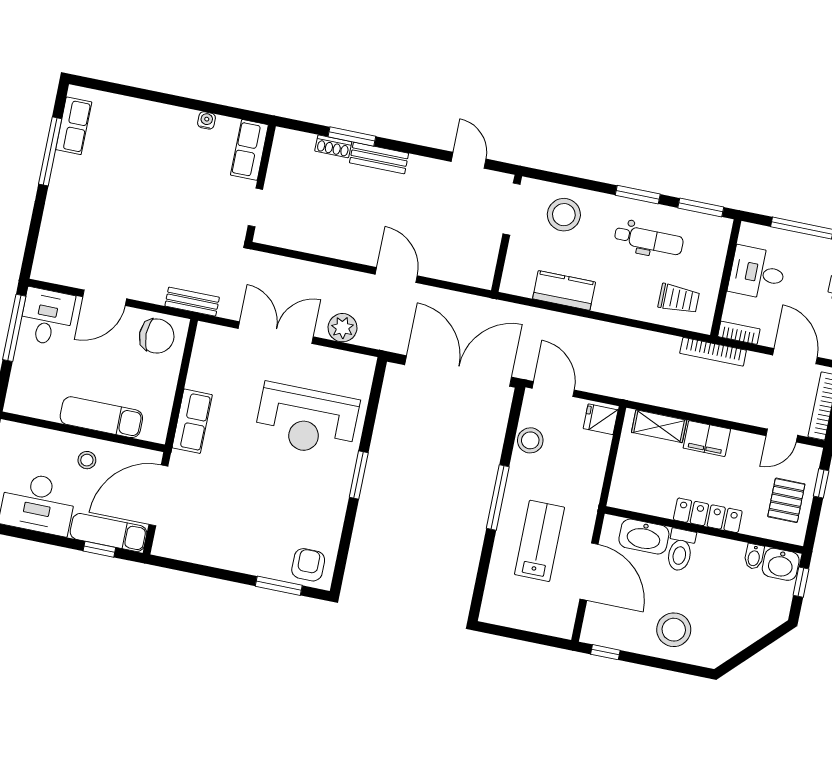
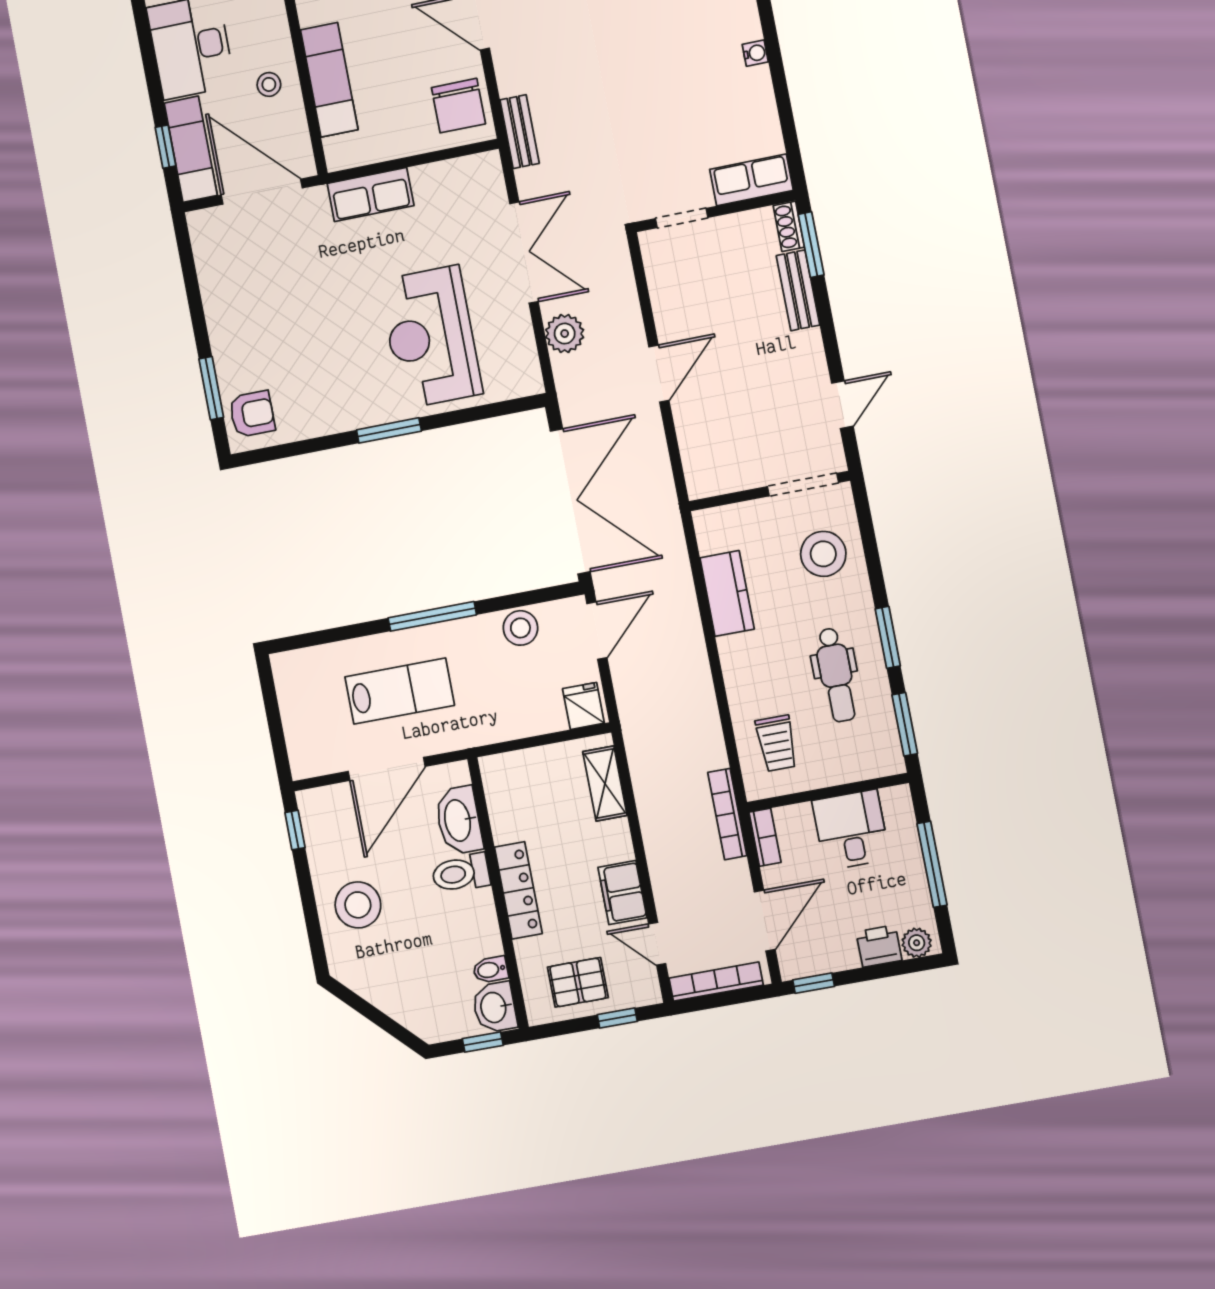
row of seats: (249, 150) -> (752, 180), moved
wall: (260, 183) -> (715, 211), moved
doorway: (255, 208) -> (682, 218), moved
filing cabinet: (707, 439) -> (622, 893), moved

